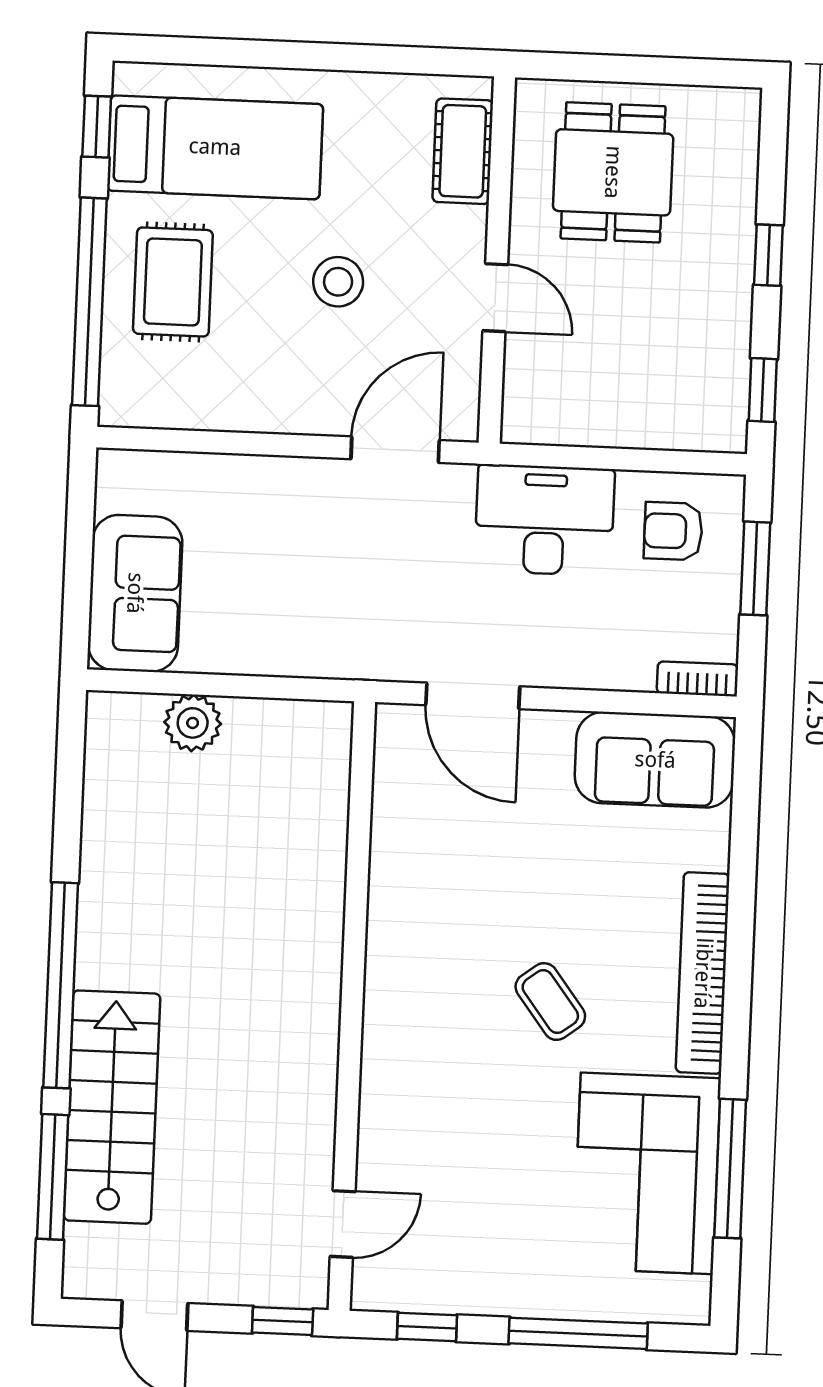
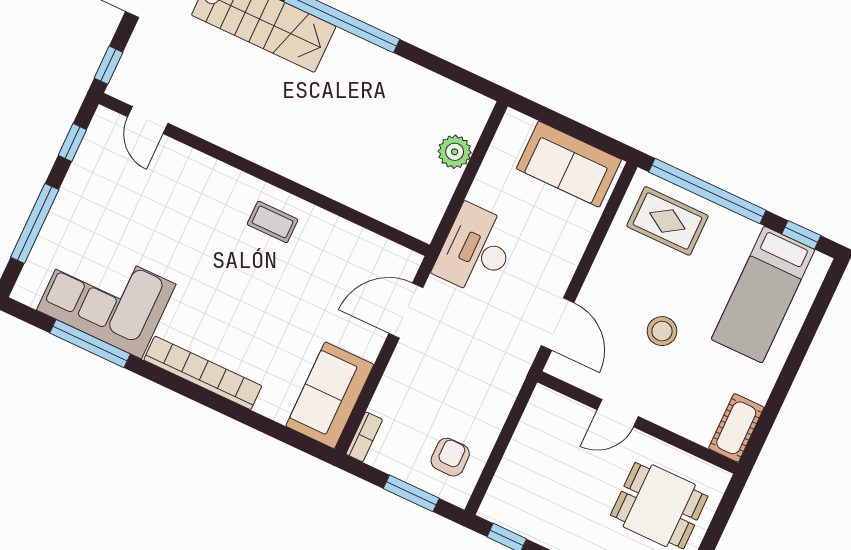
cot: (463, 151) -> (736, 428), moved, turned 90
rug: (173, 282) -> (667, 221), moved
desk: (545, 520) -> (476, 250), moved, turned 180
sofa: (135, 593) -> (569, 164), moved
coffee table: (550, 1002) -> (273, 222), moved, turned 37

